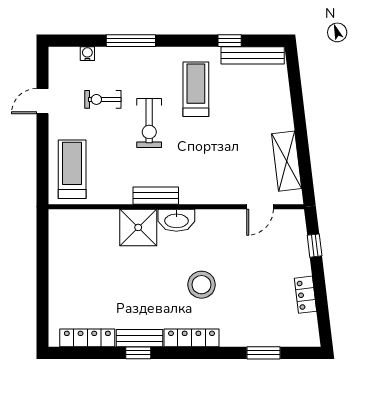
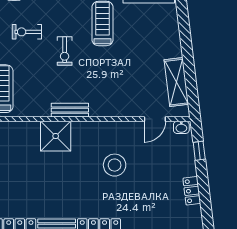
exercise bike: (149, 123) -> (65, 51), width x0.73, depth x0.72
washbasin: (176, 220) -> (181, 127), moved, width x0.52, depth x0.69
stool: (201, 285) -> (115, 165), moved

